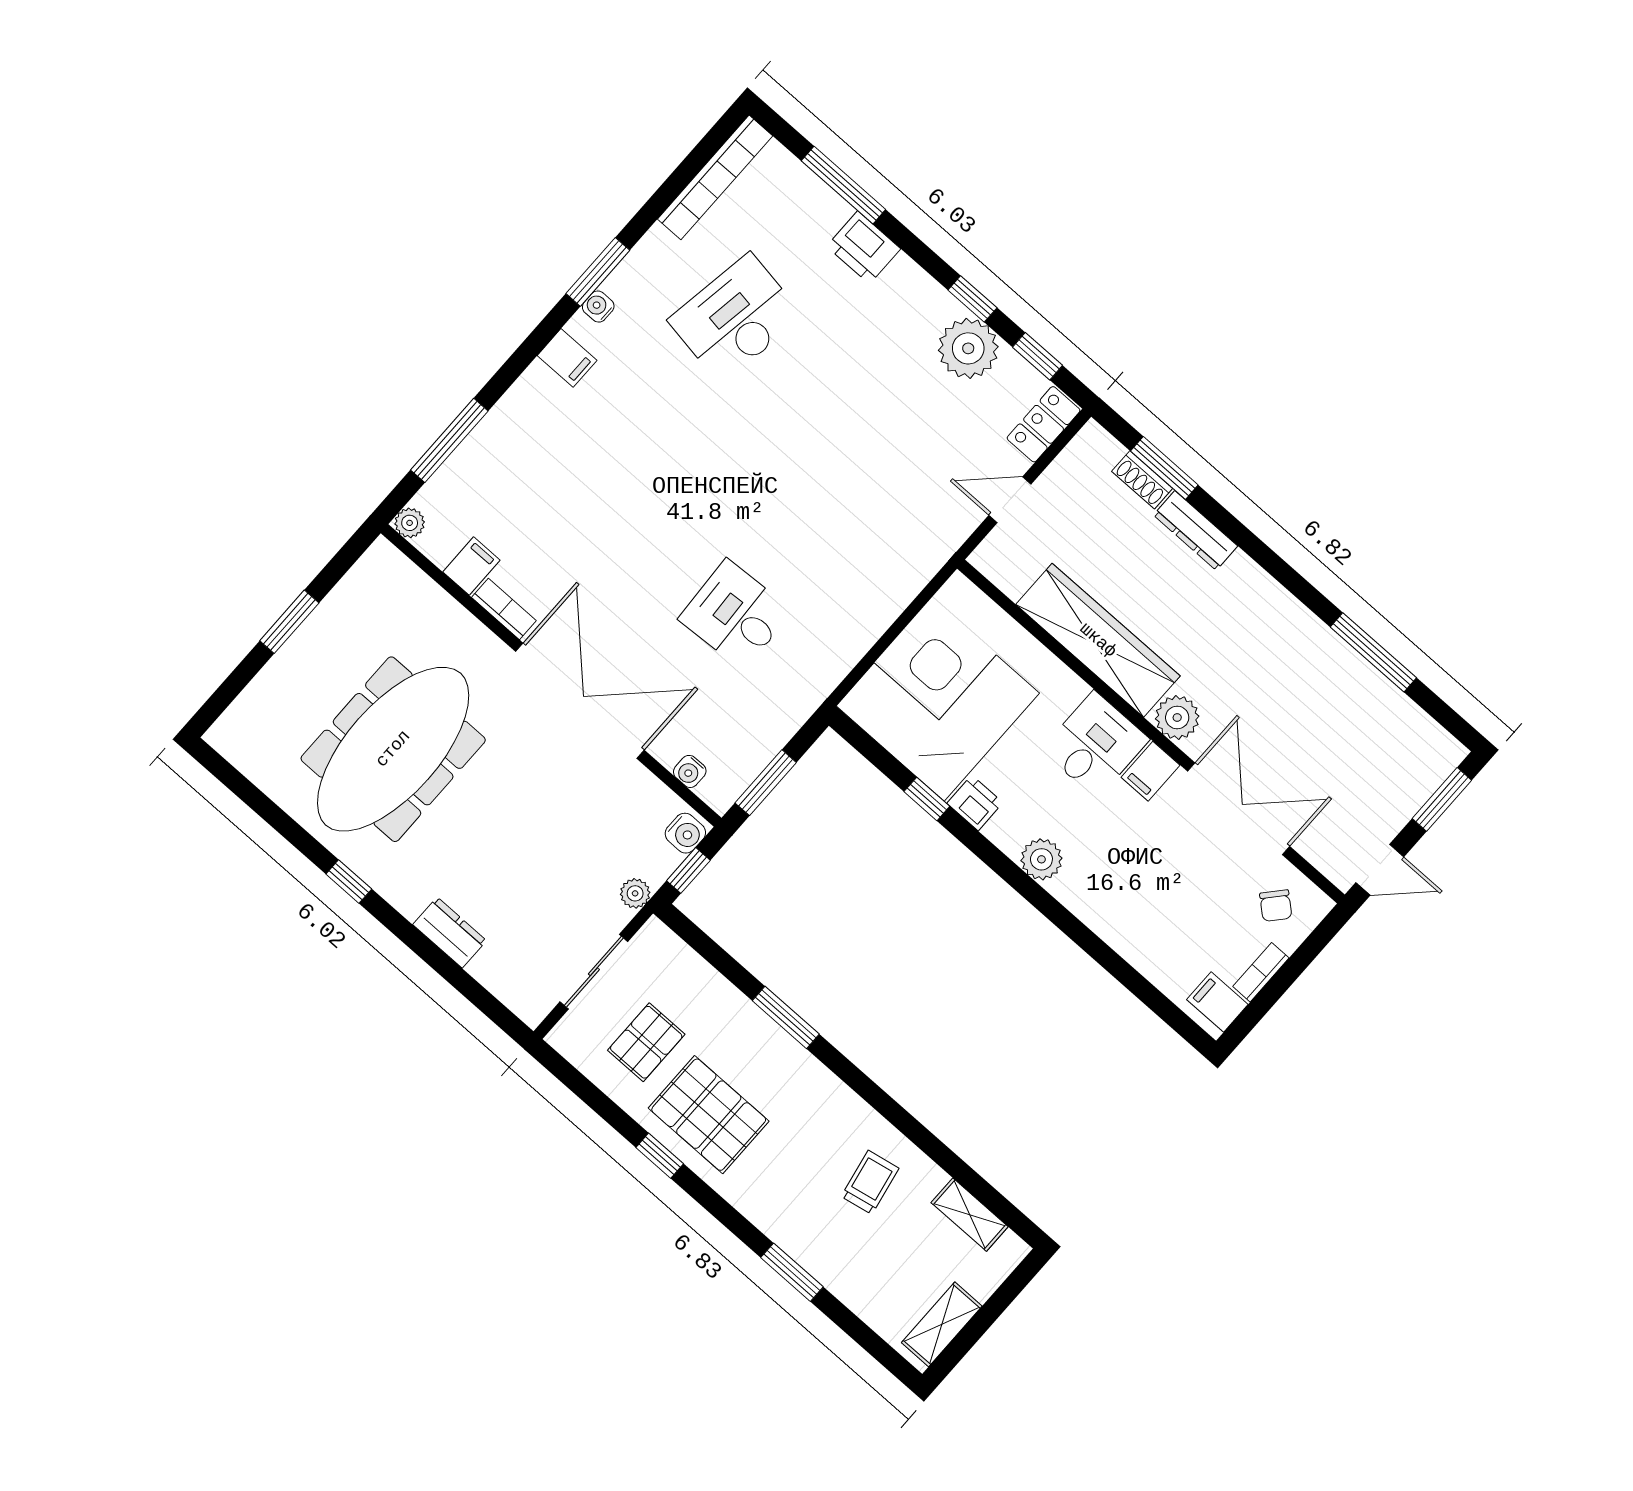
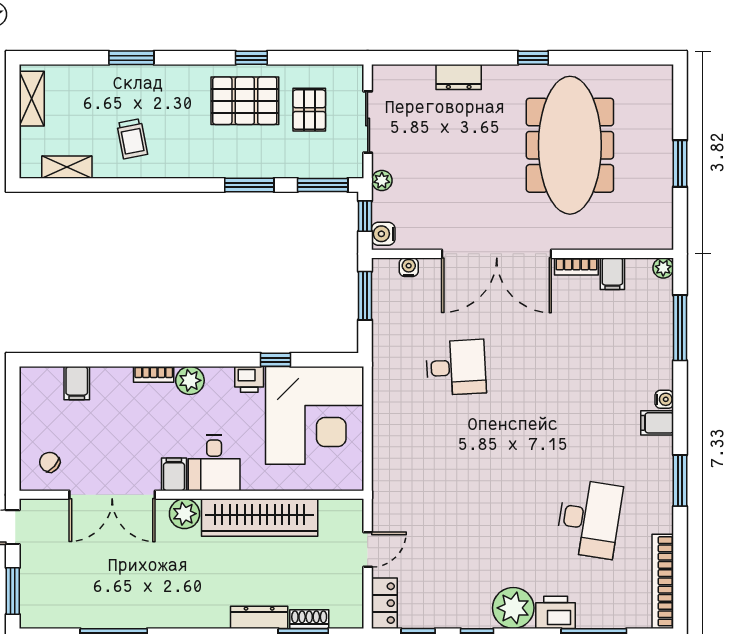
water cooler: (598, 307) -> (664, 399), moved
plant: (968, 348) -> (513, 608), moved
window: (705, 946) -> (323, 185), added
bookcase: (1261, 972) -> (154, 374), moved, turned 90
filing cabinet: (1217, 1002) -> (77, 383), moved, turned 90

